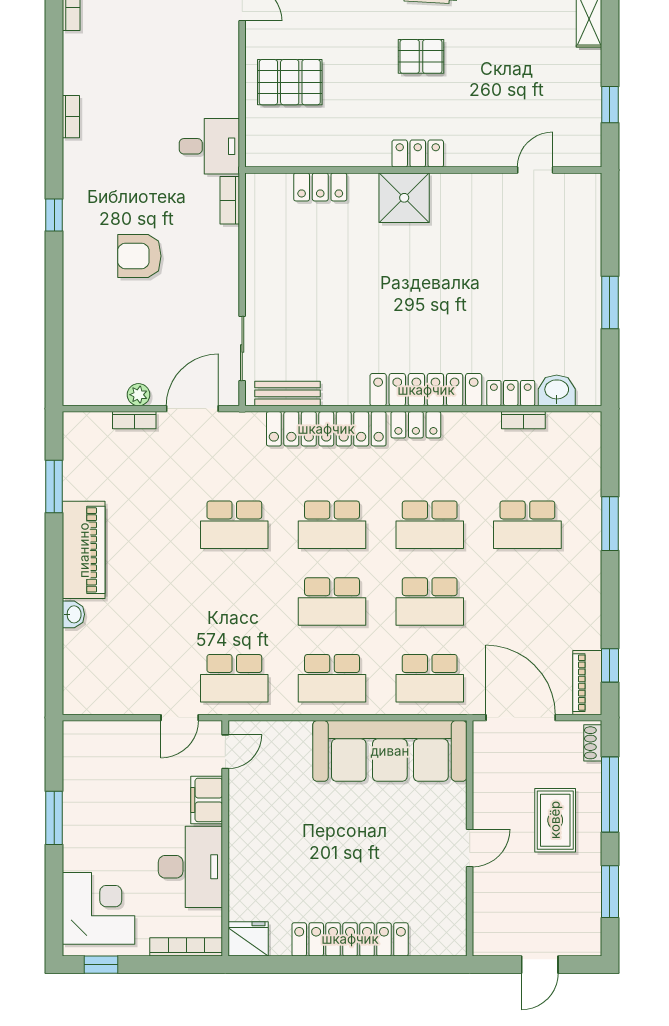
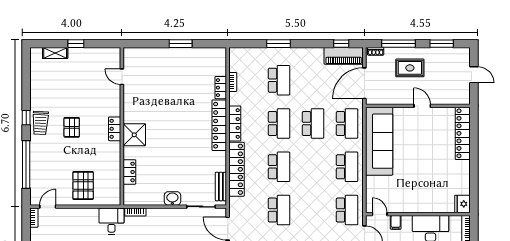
window: (610, 105) -> (76, 44), moved
washbasin: (557, 390) -> (172, 198), moved, turned 90
locker: (416, 425) -> (235, 124), width x1.53
school desk: (332, 602) -> (313, 167), removed
piano: (587, 683) -> (344, 56), width x1.37, depth x1.33
filing cabinet: (207, 800) -> (396, 222), width x0.50
locker: (350, 939) -> (463, 133), moved

